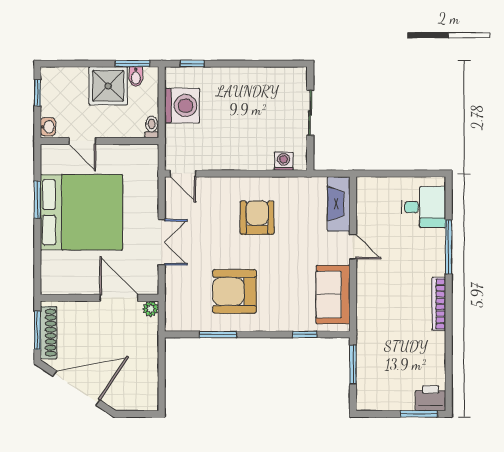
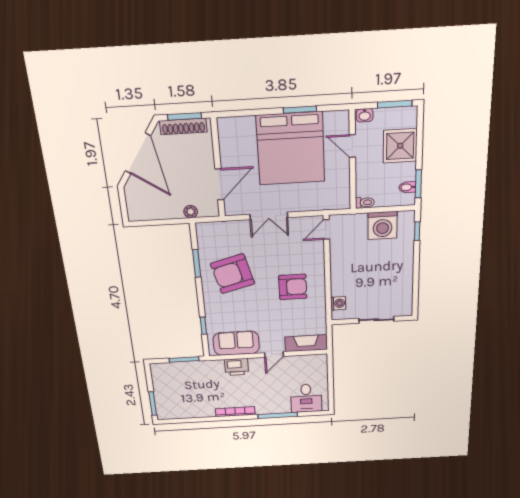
shower: (108, 86) -> (400, 146), moved
window: (37, 93) -> (395, 104), width x1.50
door: (82, 141) -> (352, 146), hinge flipped
armchair: (234, 291) -> (233, 274), turned -105
plant: (151, 309) -> (191, 212), moved
printer: (430, 398) -> (237, 367), moved, turned 90

